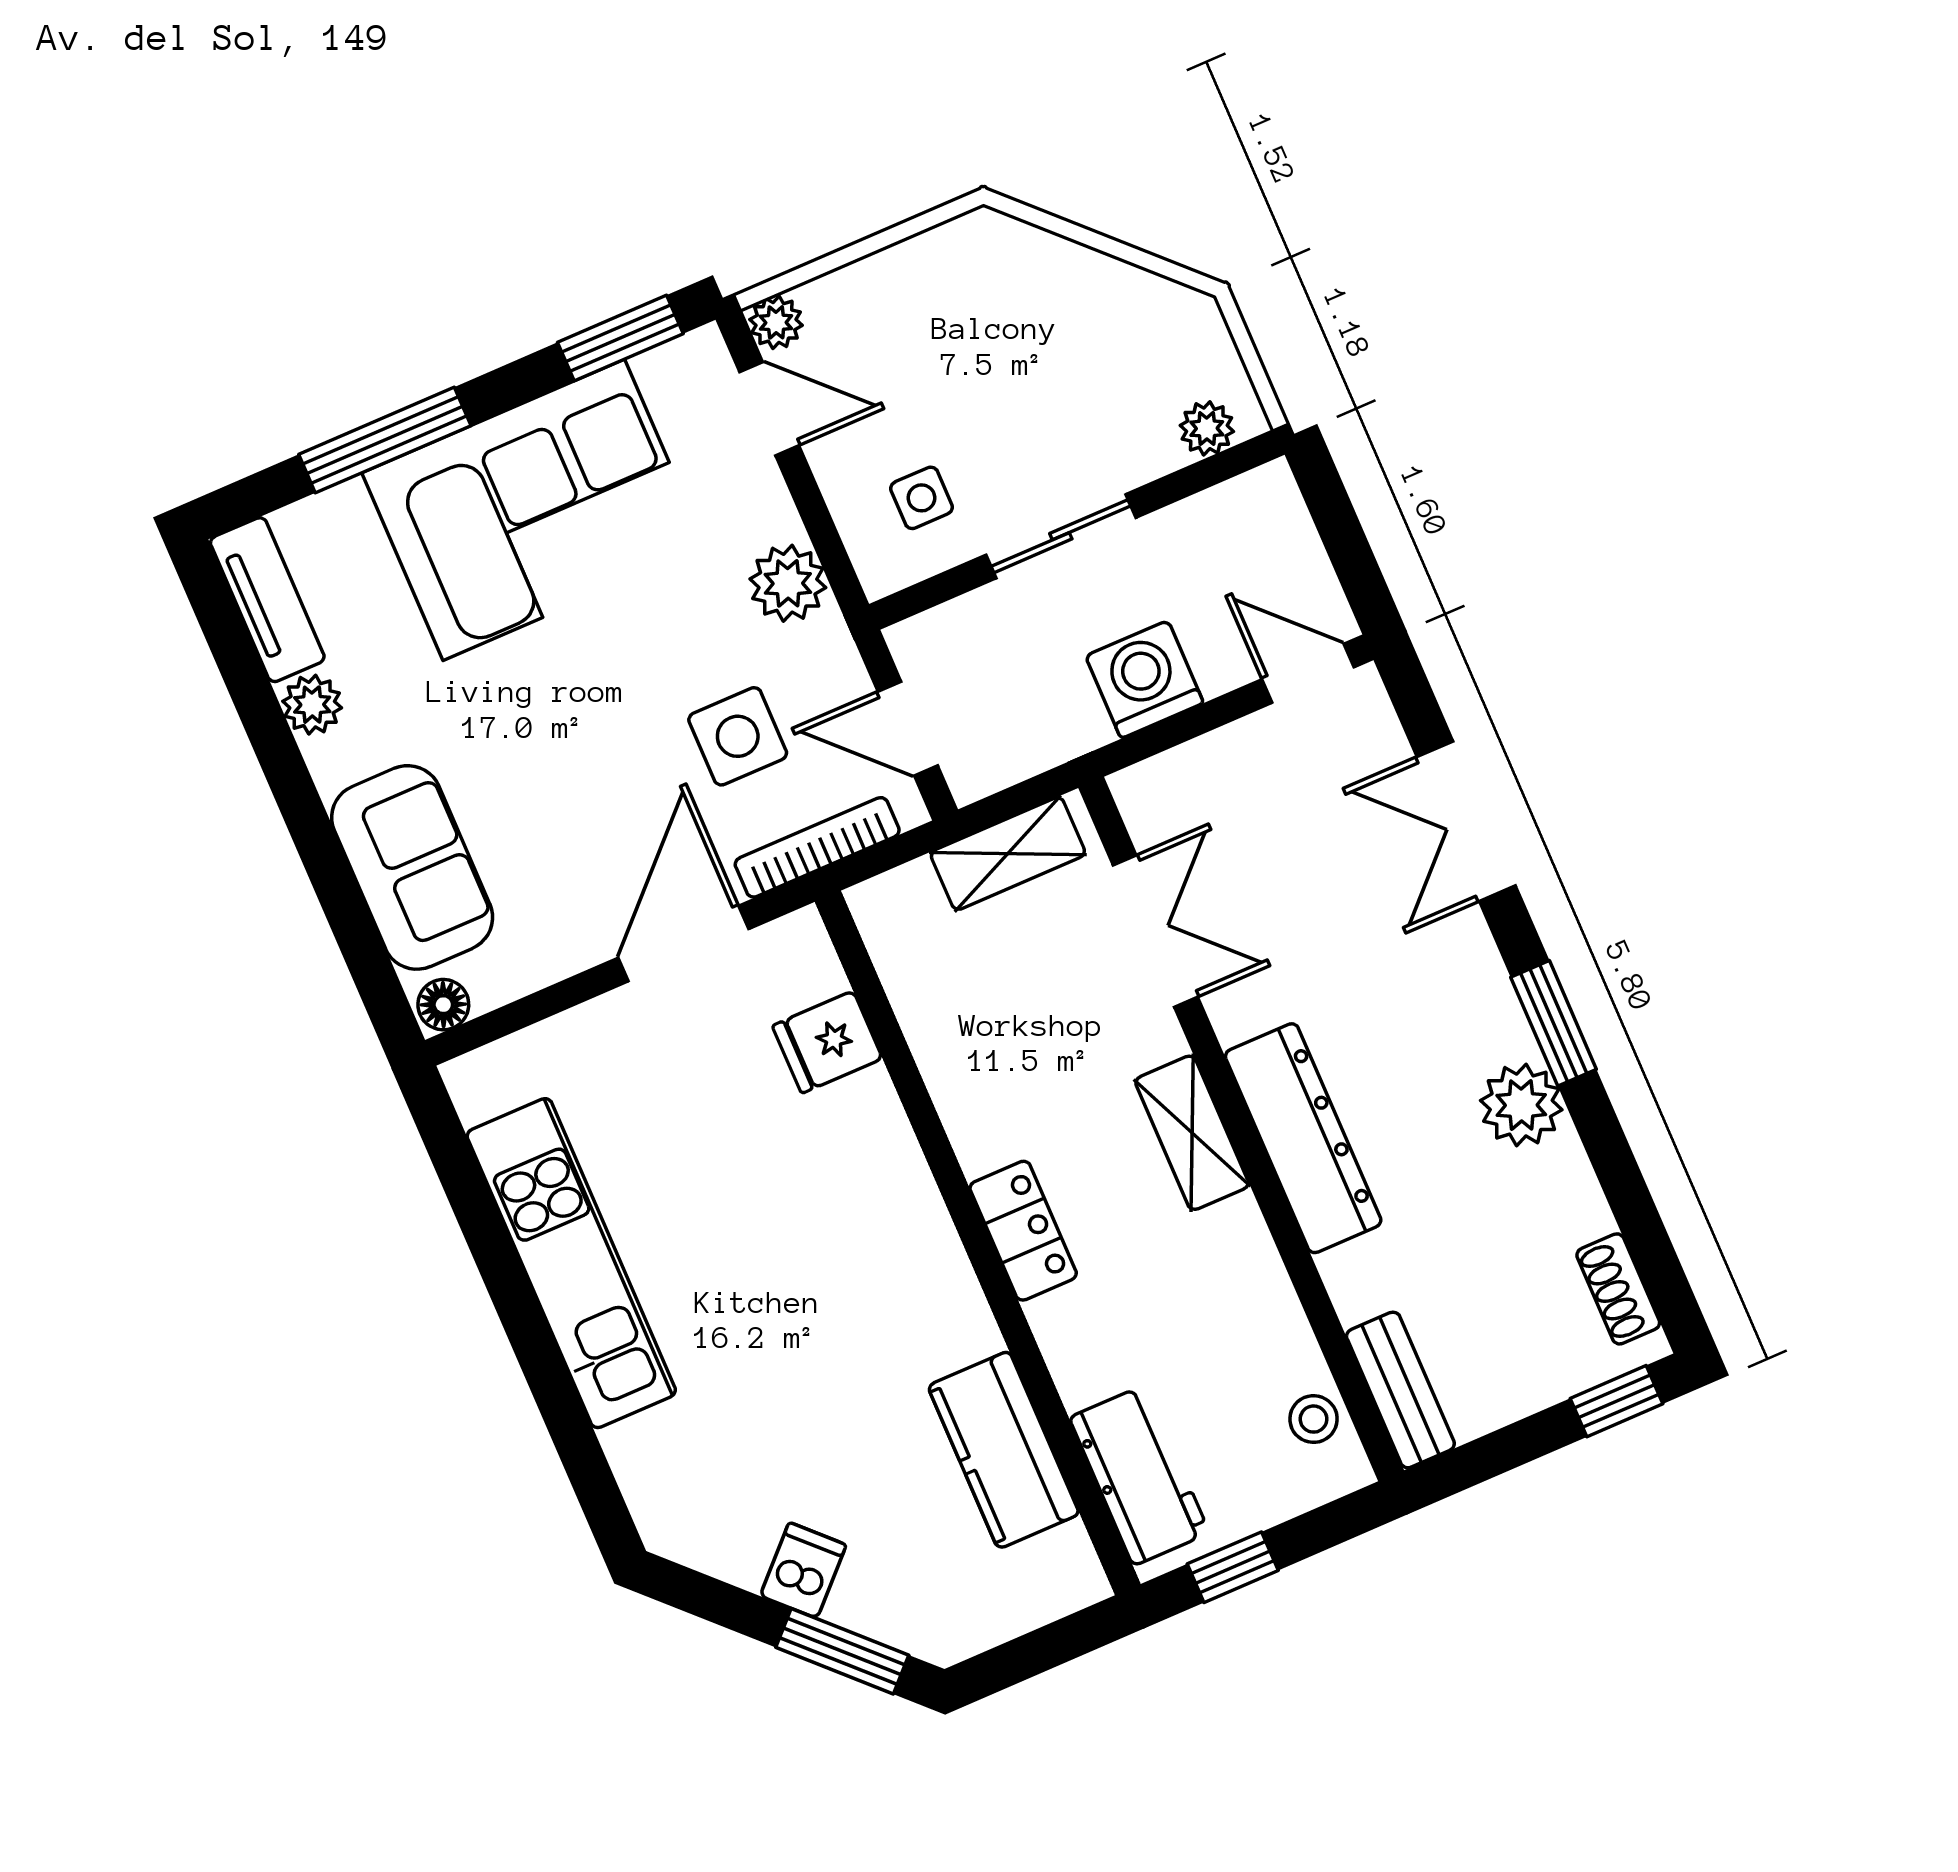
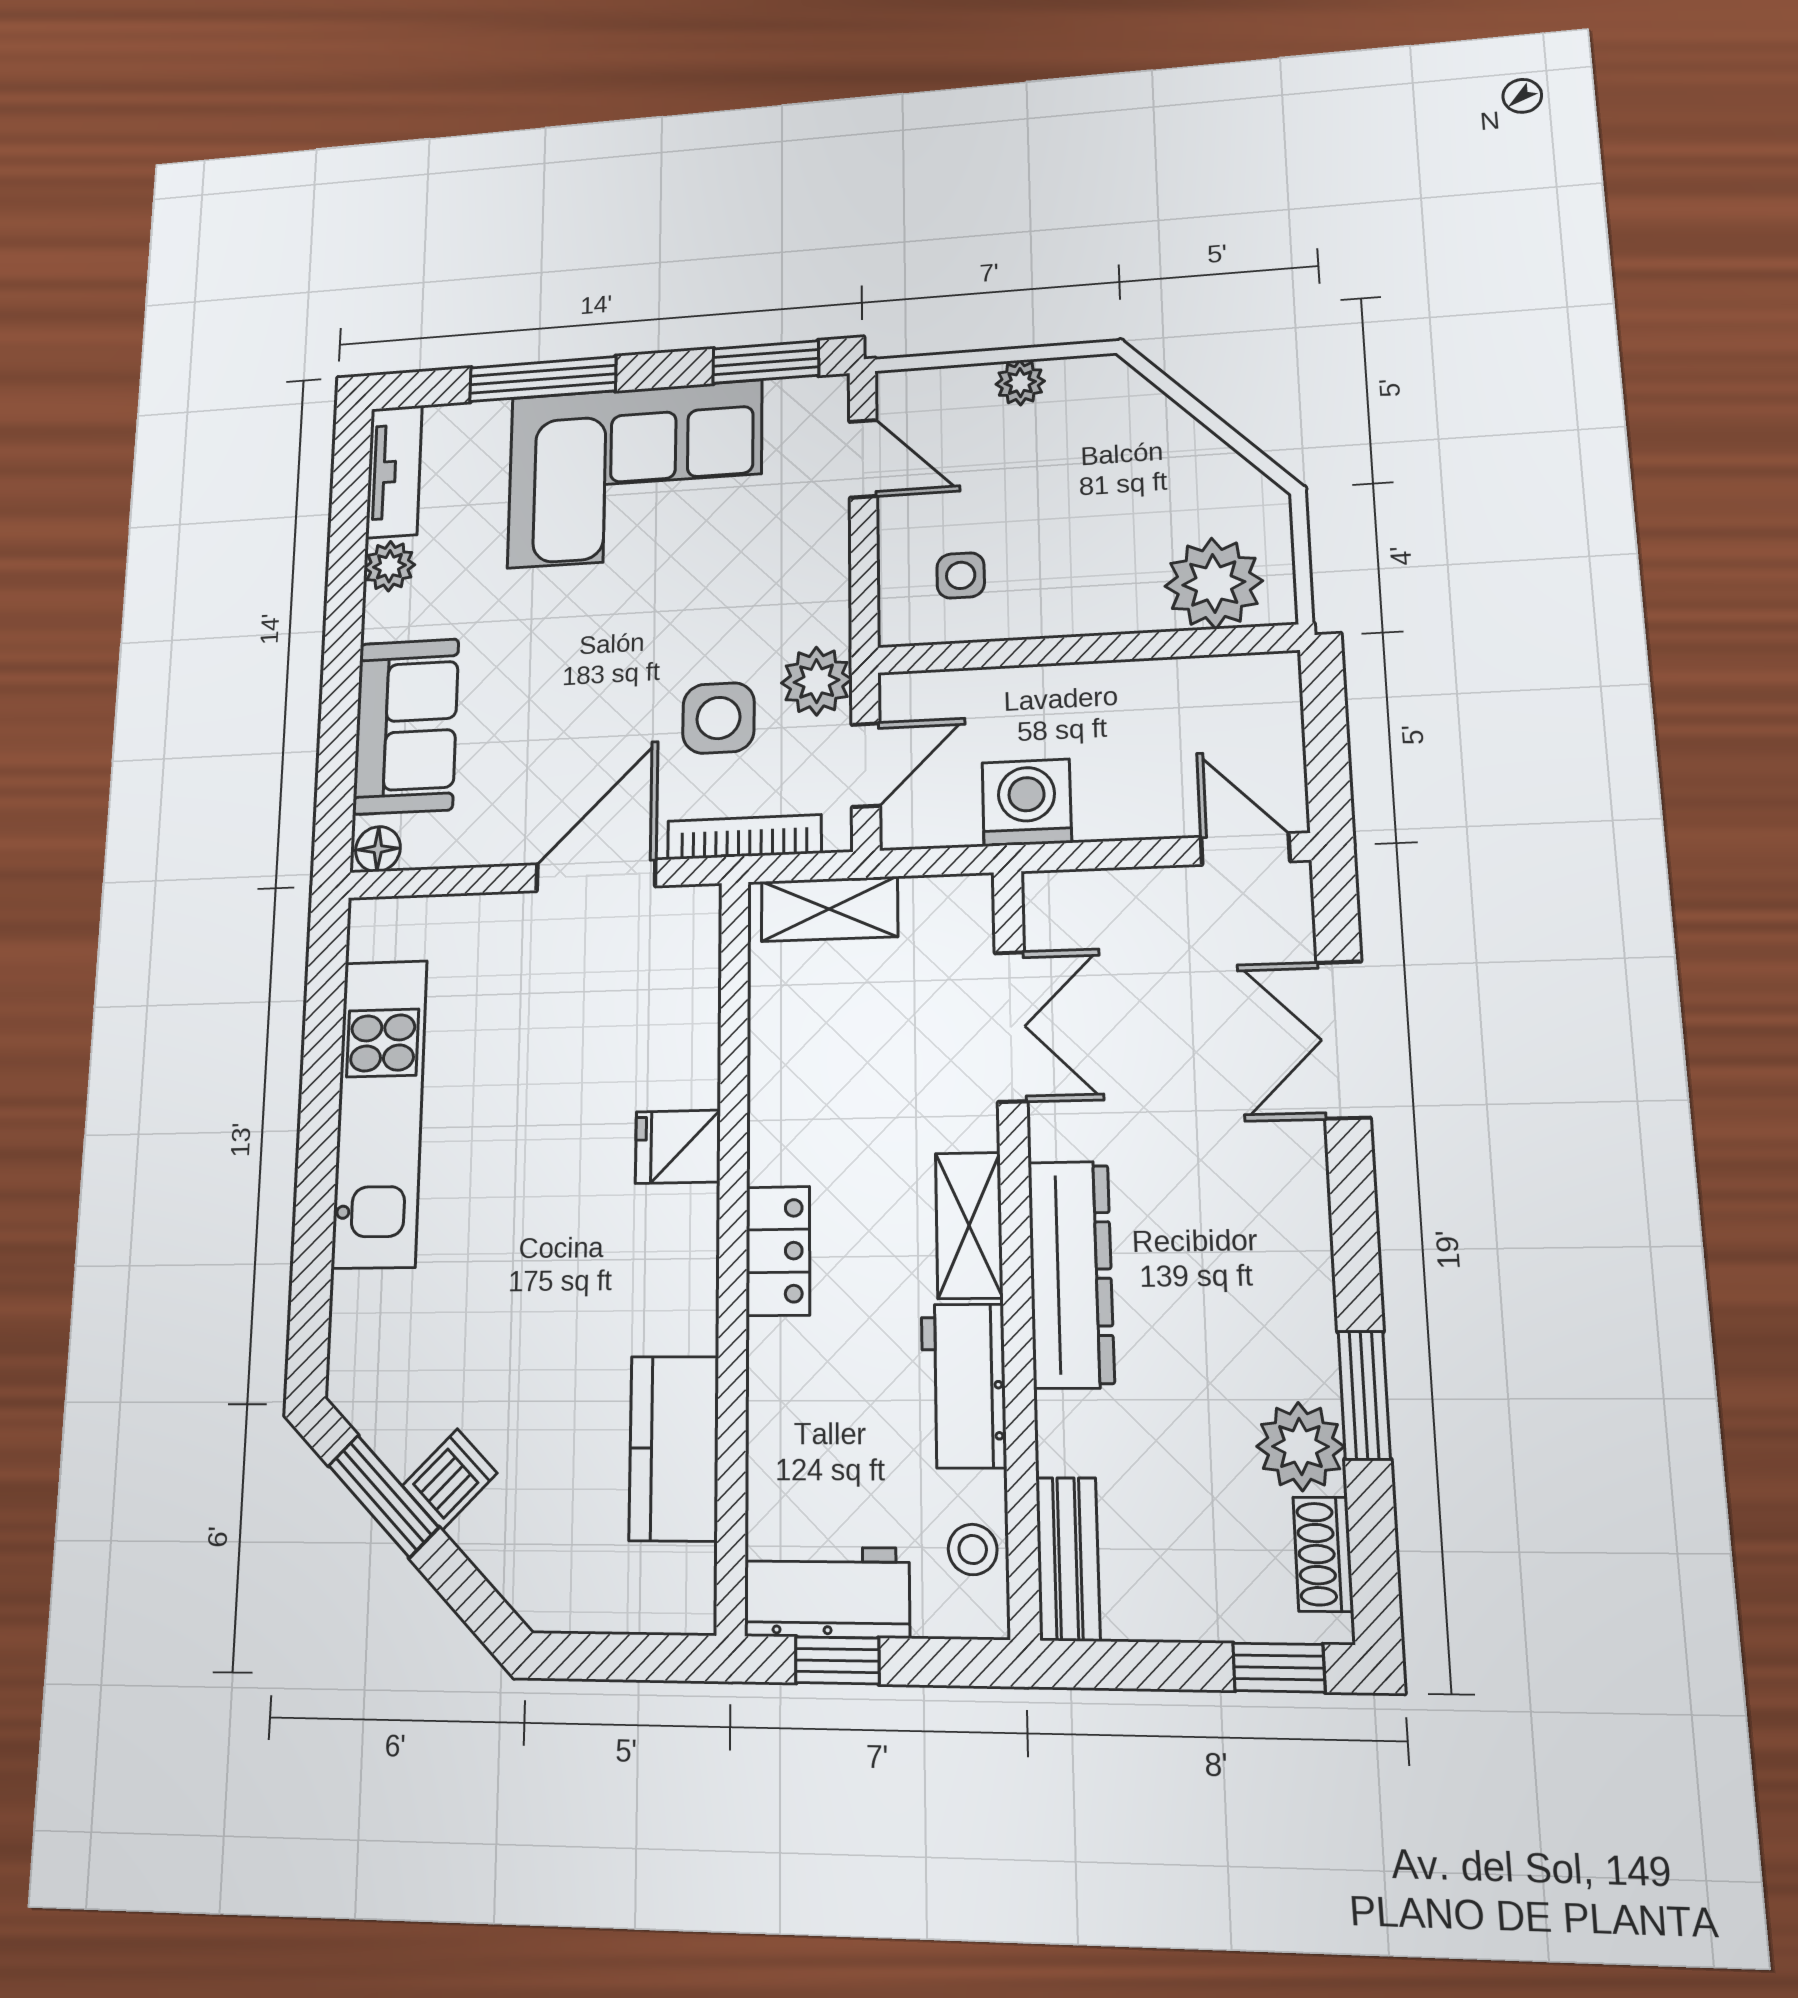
plant: (776, 322) -> (1020, 383), moved
plant: (1207, 428) -> (1214, 583), width x1.88, depth x1.88
sliding door: (1061, 536) -> (1069, 650), removed
plant: (788, 583) -> (817, 681), moved
washing machine: (1144, 679) -> (1027, 803), moved
door: (908, 729) -> (866, 765), swing flipped
shelving: (1008, 853) -> (829, 909), moved
window: (1554, 1023) -> (1364, 1395), moved
fridge: (827, 1042) -> (678, 1147), moved
plant: (1521, 1105) -> (1300, 1446), moved
workbench: (1247, 1279) -> (964, 1386), added
workbench: (1139, 1475) -> (827, 1592), moved, turned -90
window: (842, 1651) -> (383, 1496), moved

